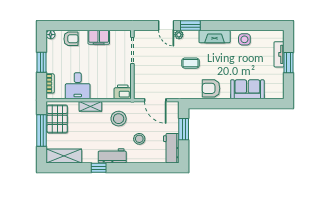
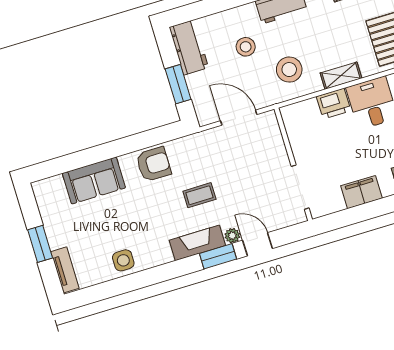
fireplace: (215, 37) -> (197, 243), moved
tv unit: (279, 54) -> (65, 270), moved
printer: (123, 92) -> (334, 104), moved

